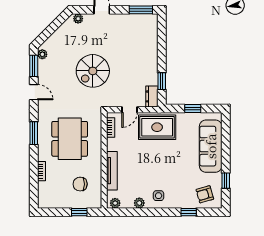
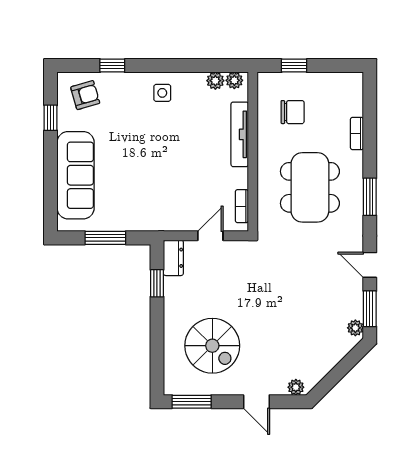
spiral stairs: (93, 71) -> (212, 346), moved, turned 90
window: (193, 108) -> (105, 238), width x1.50
rug: (157, 127) -> (165, 207), removed
plant: (139, 203) -> (215, 81), moved

